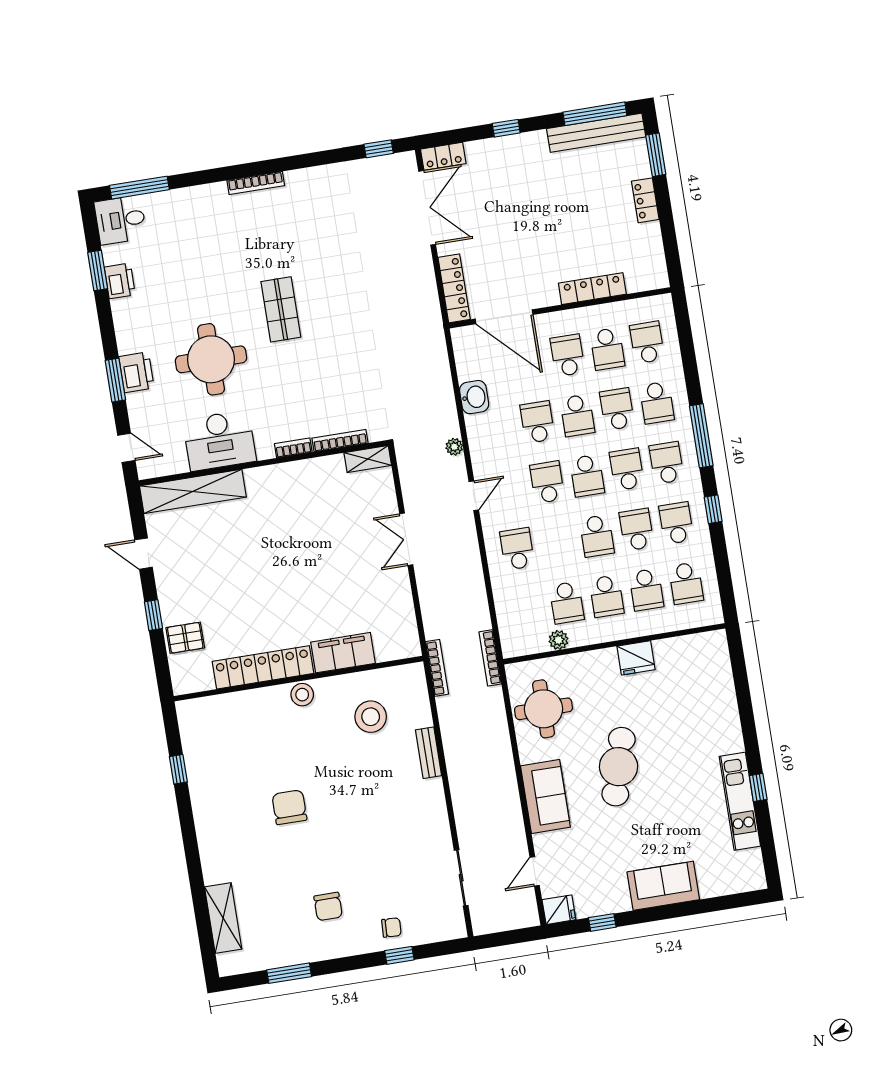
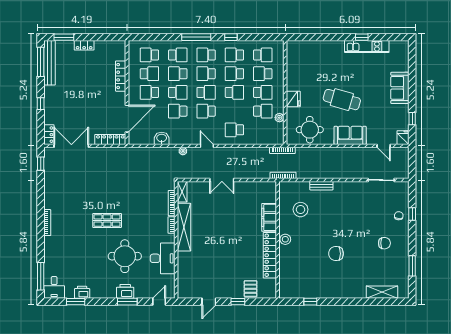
shelving: (193, 491) -> (184, 227), moved
school desk: (646, 590) -> (263, 74), turned 180
fridge: (636, 658) -> (293, 99), moved

